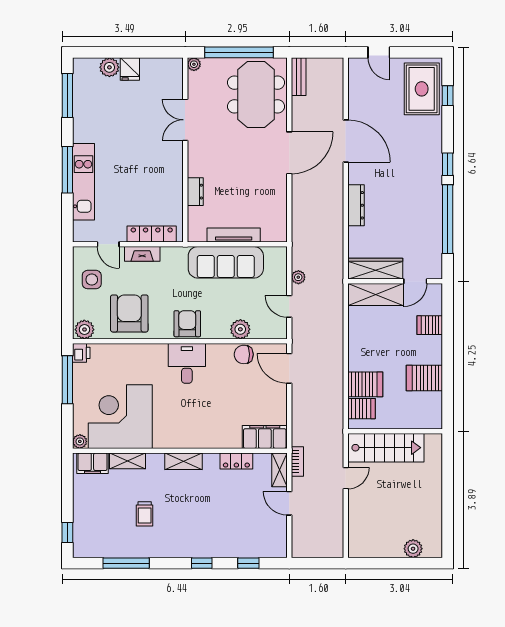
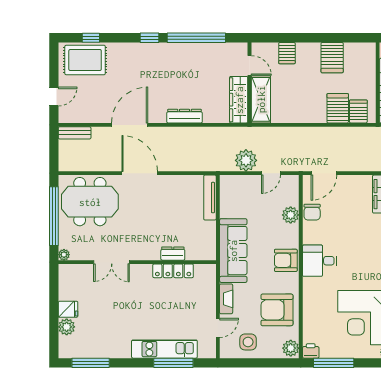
bench: (299, 77) -> (75, 133), moved
window: (67, 170) -> (173, 363), moved
locker: (152, 234) -> (173, 271), moved, turned -90
tv unit: (234, 235) -> (210, 198), moved
sofa: (226, 262) -> (233, 251), moved
plant: (298, 277) -> (246, 160), width x1.87, depth x1.87

